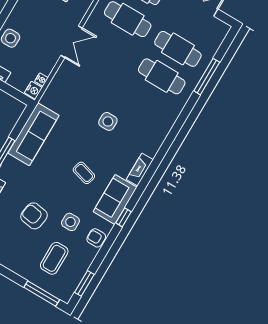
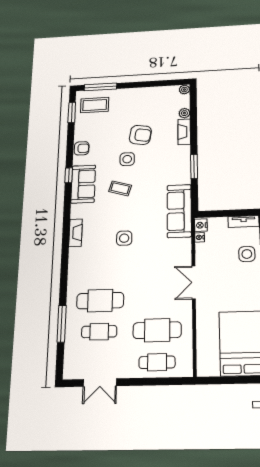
cafe table: (178, 49) -> (99, 332), width x0.73, depth x0.74
sofa: (33, 134) -> (179, 211), moved
fireplace: (140, 169) -> (76, 233), moved
side table: (70, 222) -> (127, 159), moved
coffee table: (54, 258) -> (95, 105), moved, turned 90

